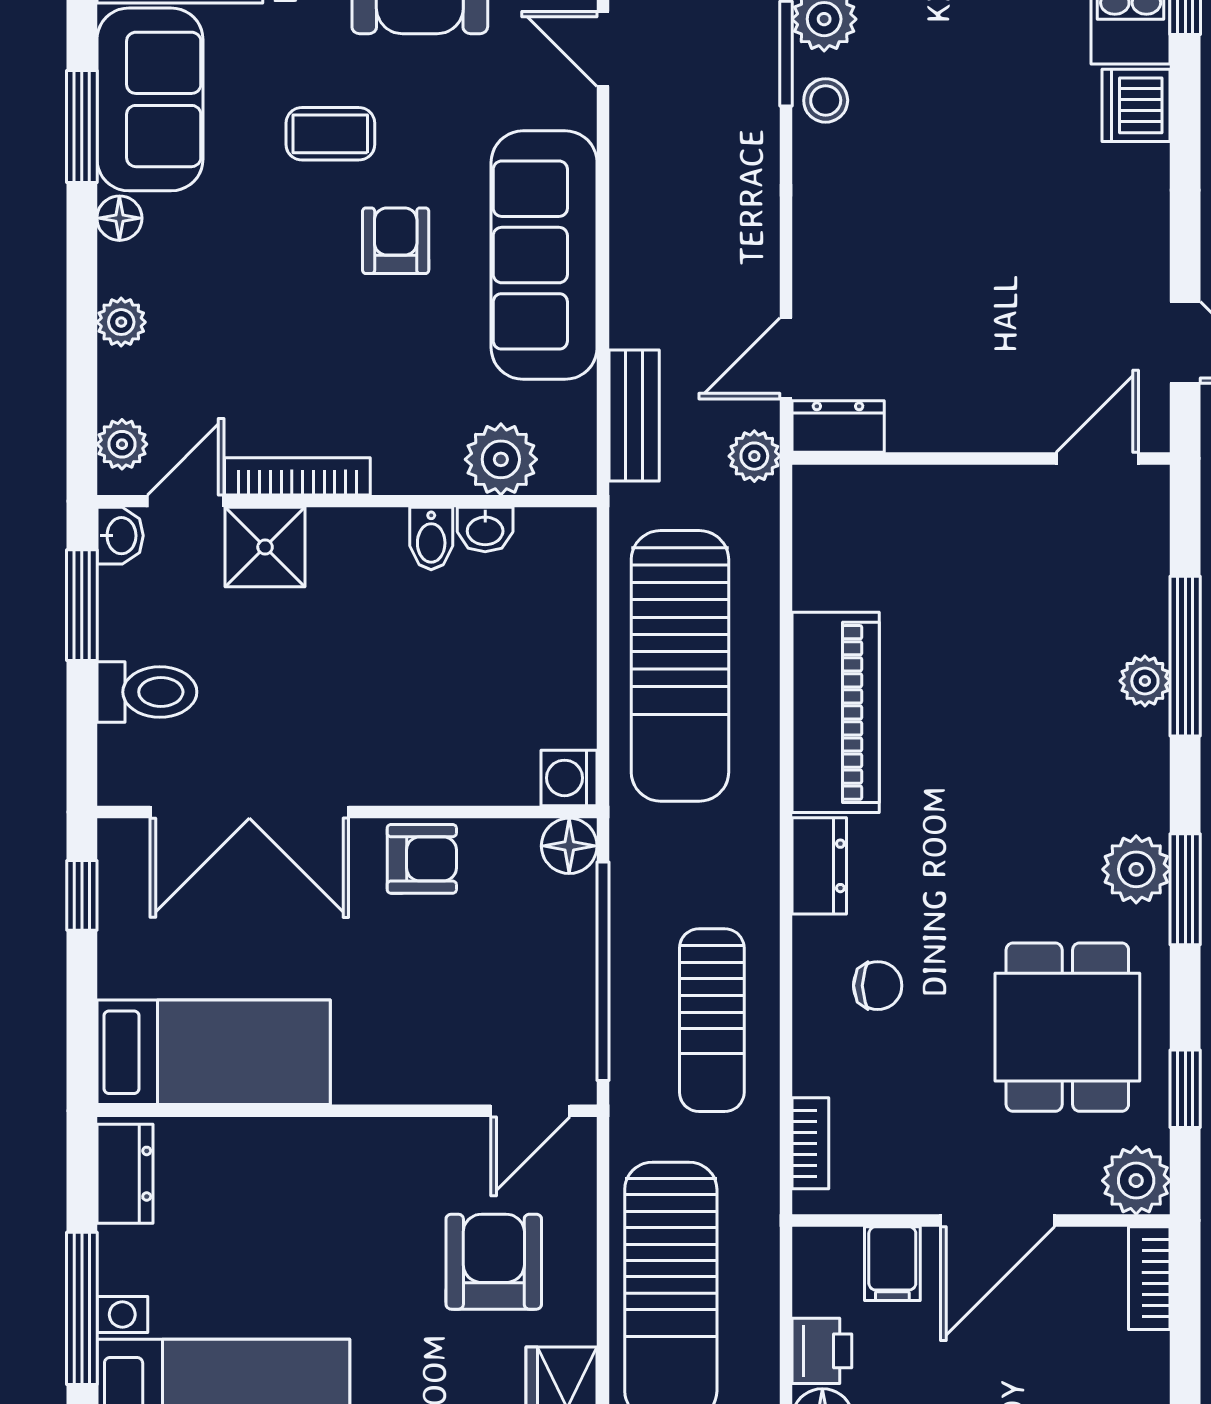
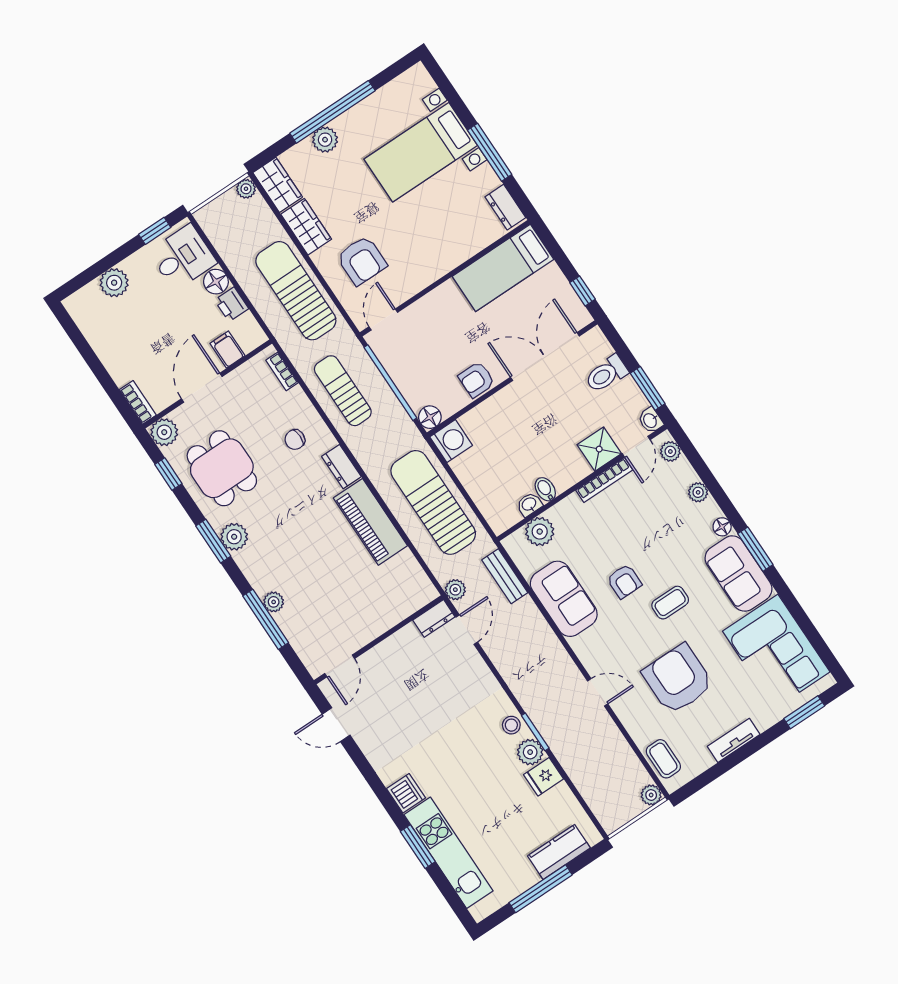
sofa: (544, 255) -> (564, 599), width x0.73
washing machine: (569, 778) -> (451, 441), width x1.38, depth x1.38

